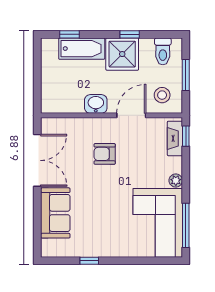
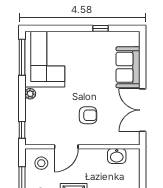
washbasin: (96, 104) -> (117, 156), moved
fireplace: (175, 138) -> (31, 128), removed

